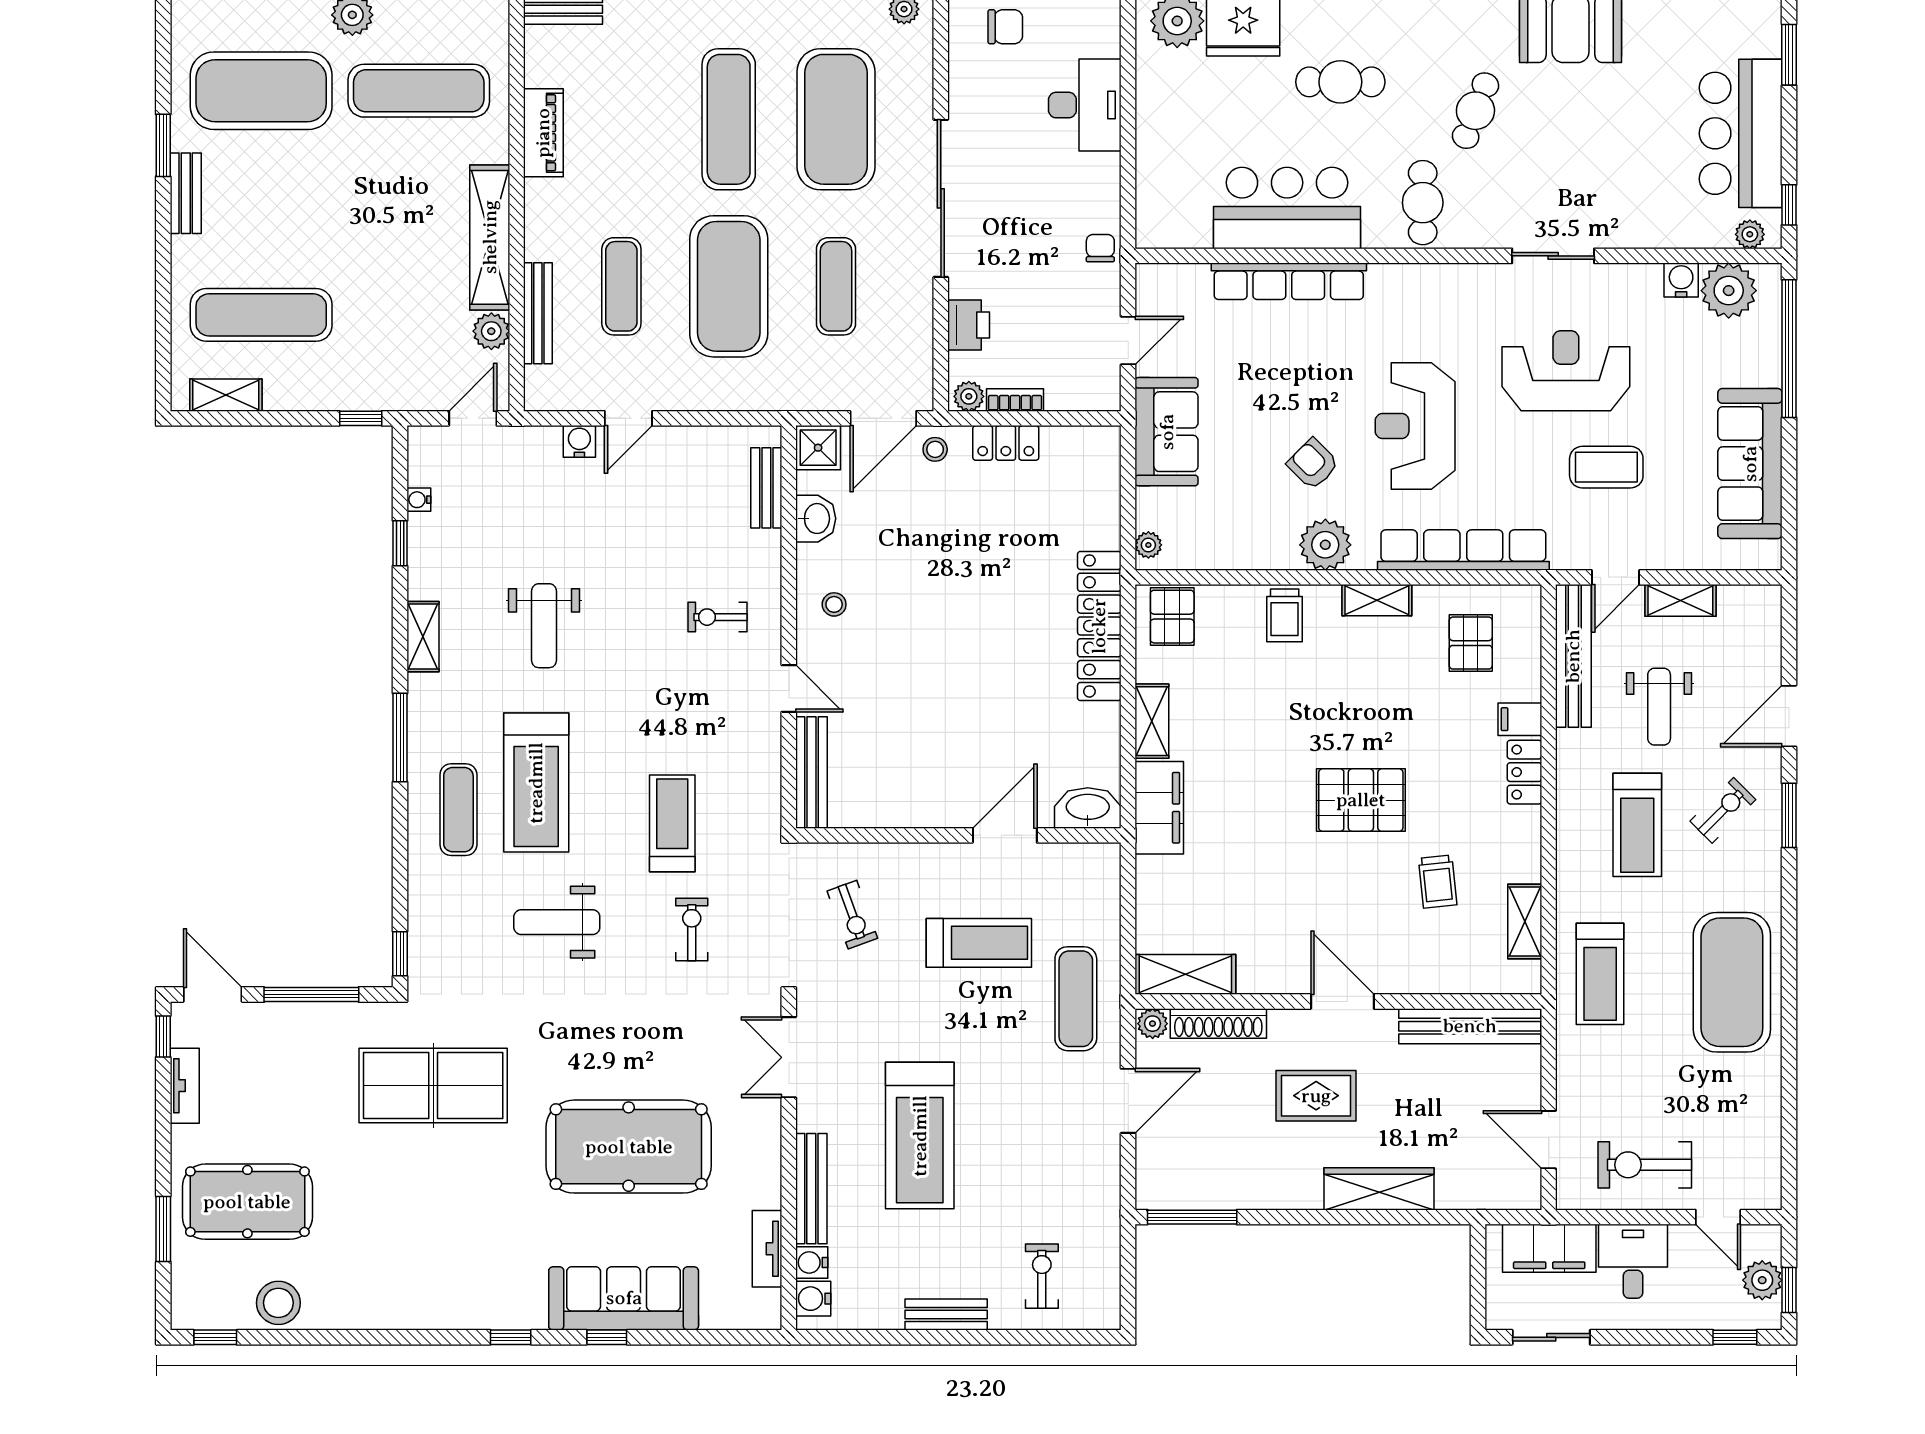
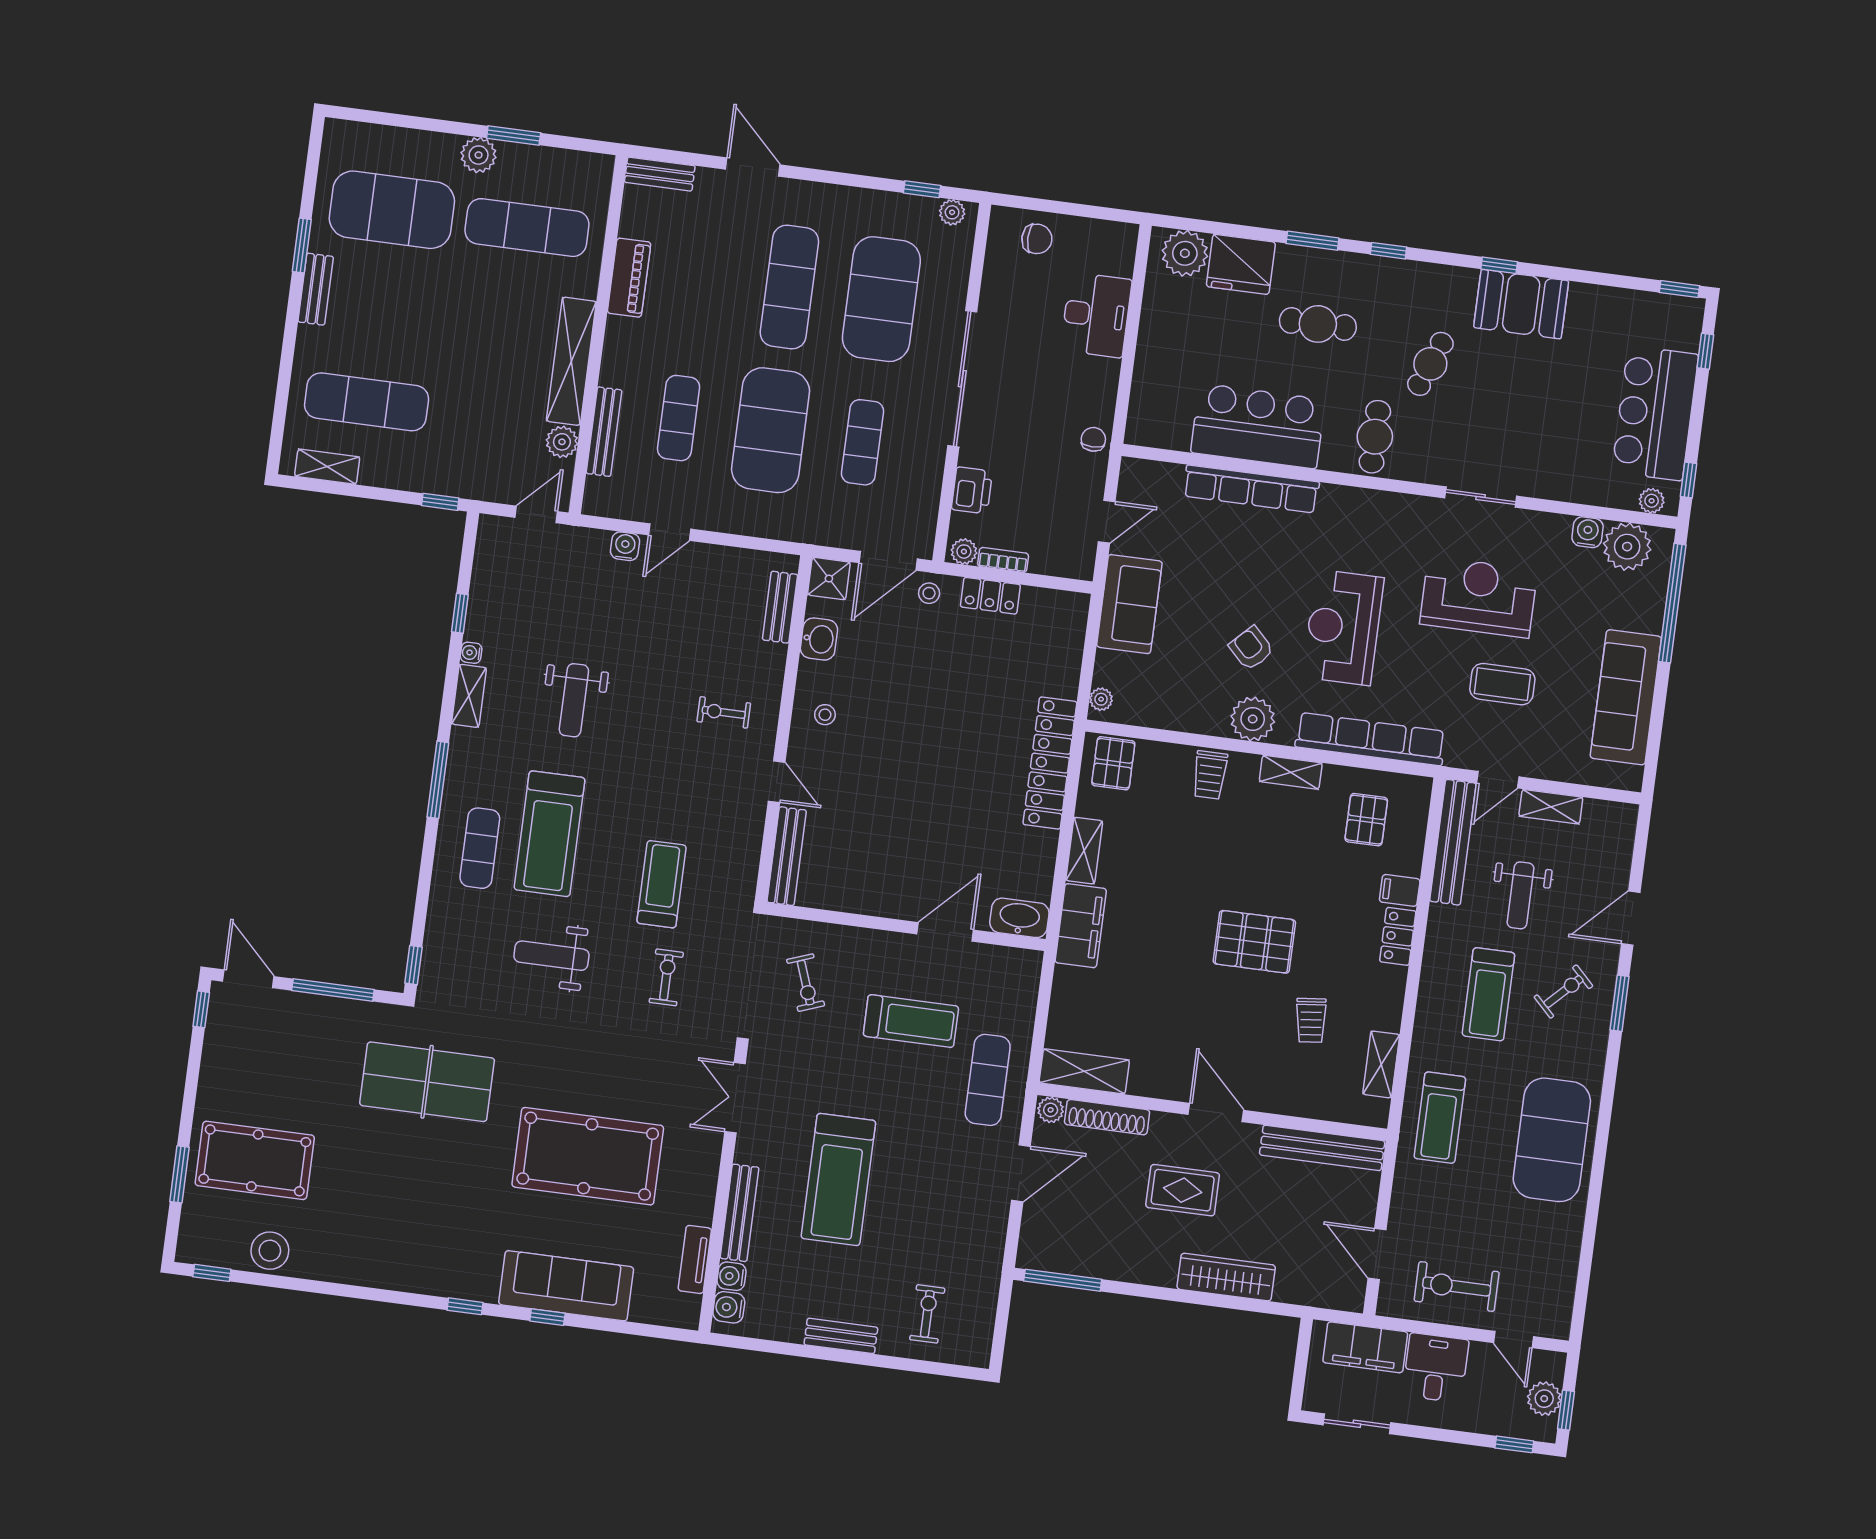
window: (1789, 55) -> (1705, 351), width x0.67
water cooler: (419, 500) -> (471, 653), moved
tv unit: (185, 1086) -> (214, 1054), removed

